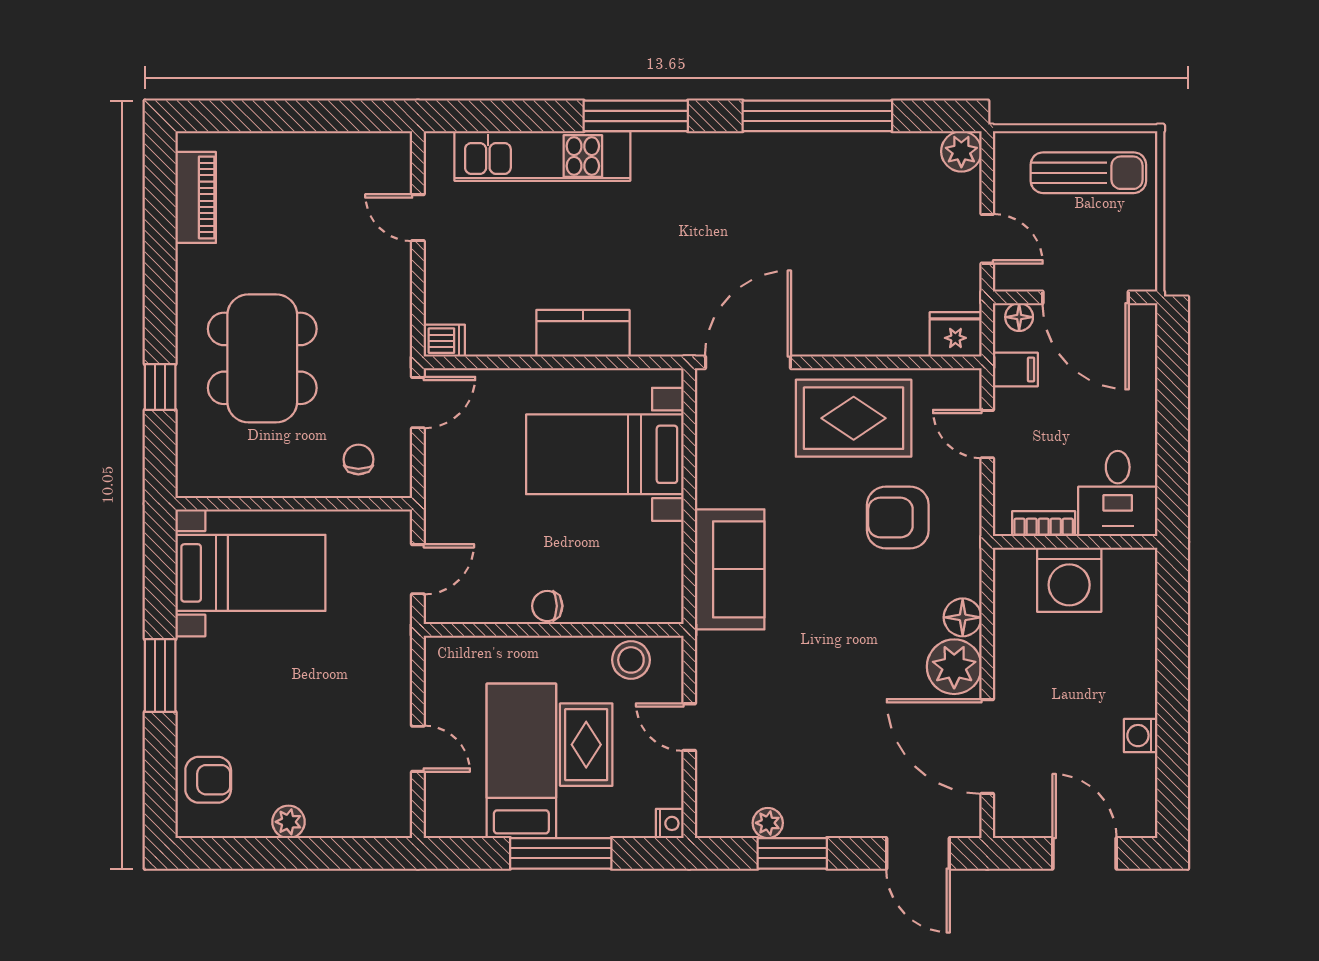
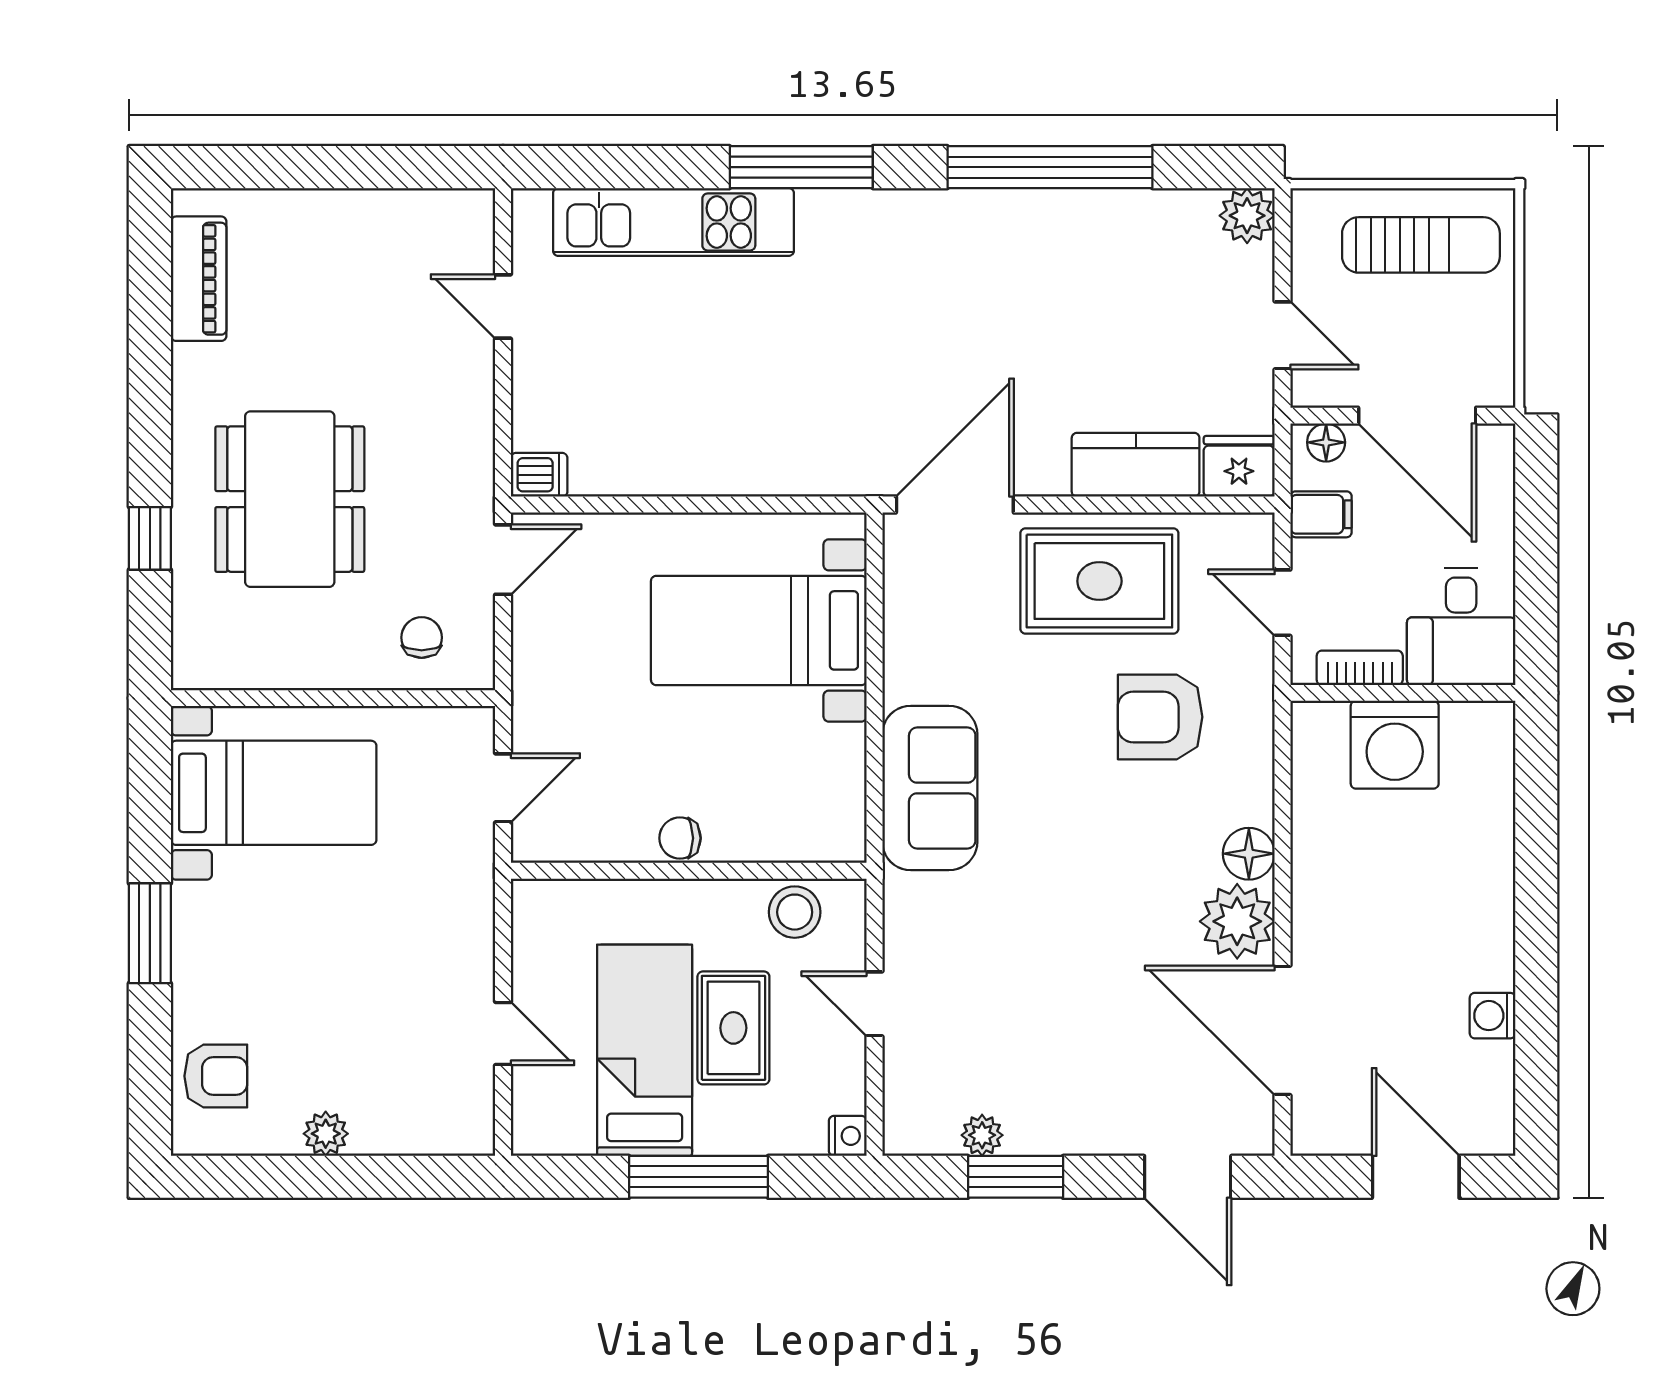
kitchen counter: (583, 333) -> (1136, 465), moved
desk: (1118, 494) -> (1461, 627), moved
bookcase: (1044, 524) -> (1360, 668), moved
wall: (1075, 542) -> (1403, 693), moved
washing machine: (1069, 580) -> (1395, 745), moved

